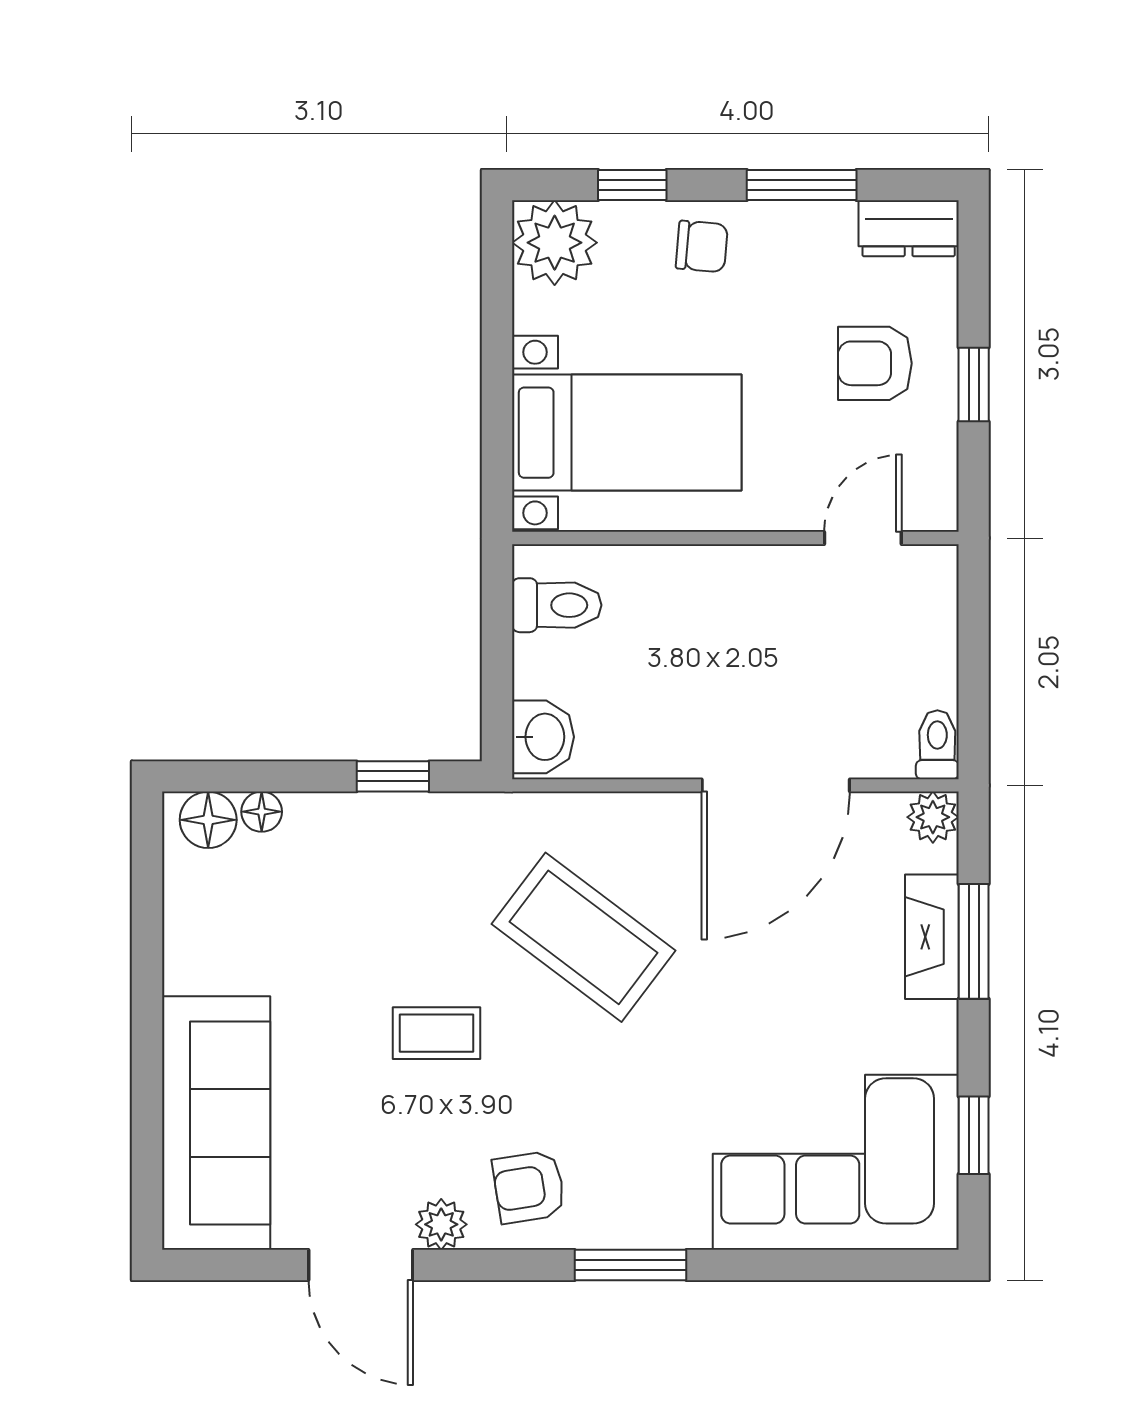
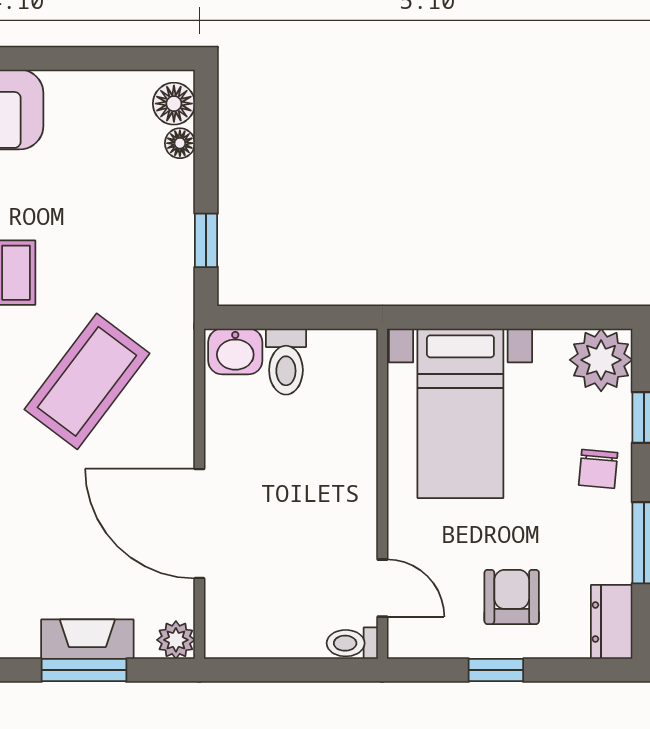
toilet: (557, 605) -> (286, 362), moved
toilet: (937, 745) -> (352, 643), moved, turned 180

